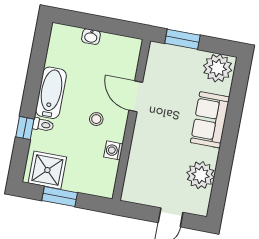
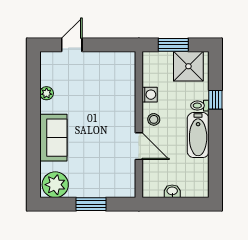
door: (136, 96) -> (139, 146), moved
wall: (131, 120) -> (139, 125), moved
washing machine: (113, 150) -> (150, 95), moved
plant: (201, 175) -> (47, 93), width x0.53, depth x0.53

